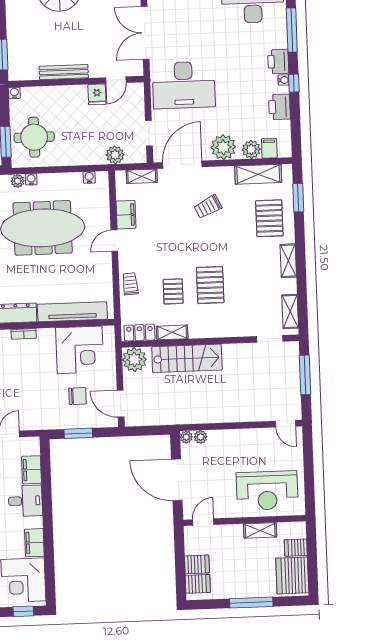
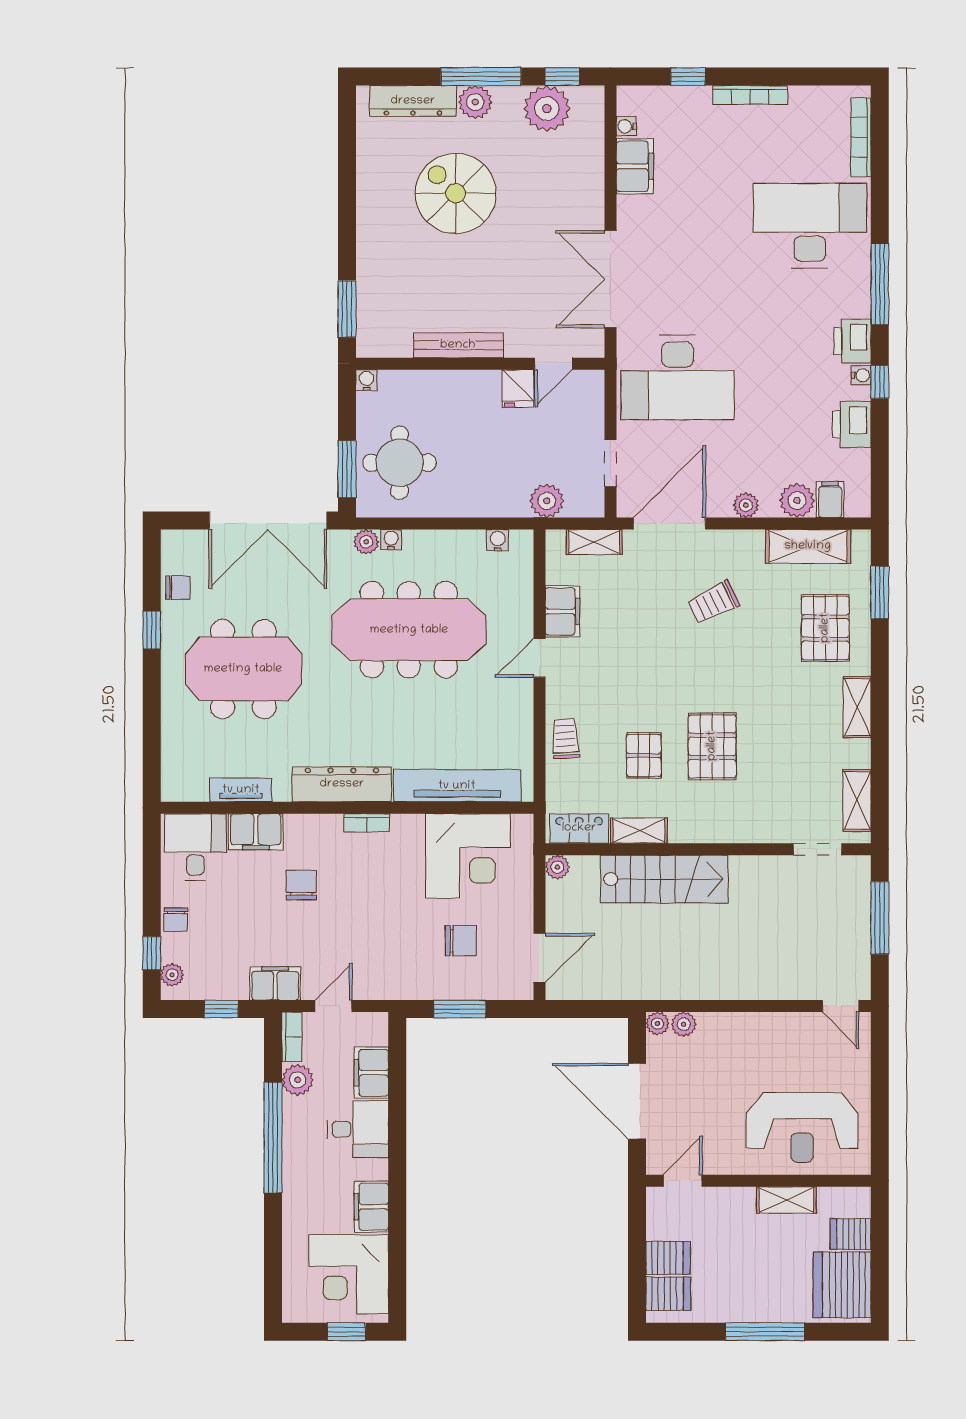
plant: (223, 147) -> (746, 505), width x0.53, depth x0.53
plant: (134, 360) -> (557, 867), width x0.53, depth x0.53
door: (121, 404) -> (539, 958), swing flipped

